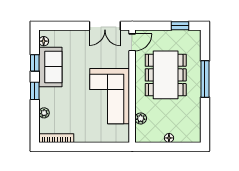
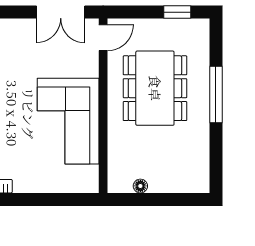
plant: (141, 118) -> (116, 156), removed
floor lamp: (169, 138) -> (140, 186), moved

